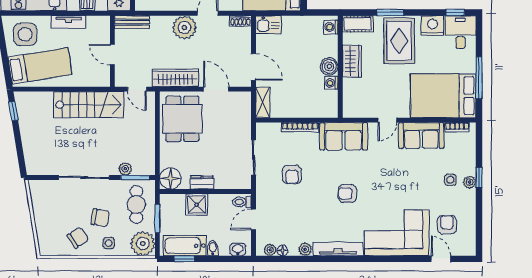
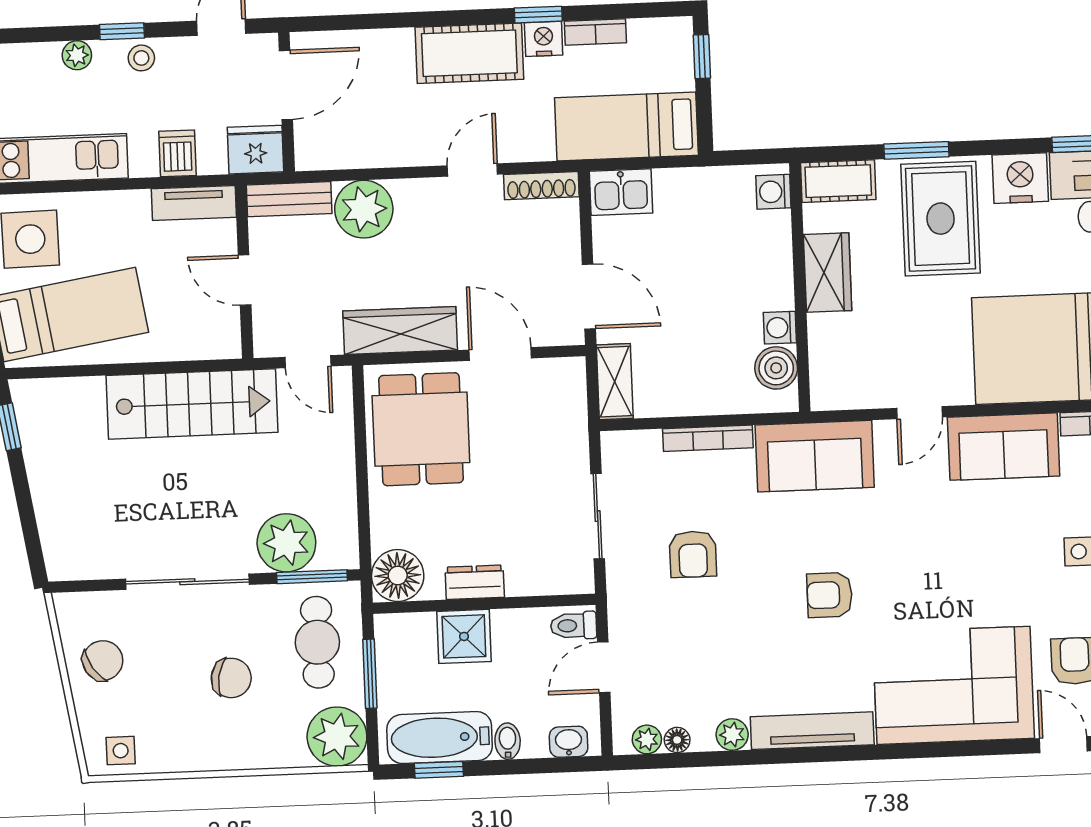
shoe rack: (240, 21) -> (541, 186), width x1.43
tv unit: (68, 22) -> (194, 203), moved
plant: (184, 27) -> (364, 209), moved
boiler: (329, 66) -> (776, 368), moved
plant: (125, 169) -> (286, 543), width x1.88, depth x1.88
chair: (78, 238) -> (103, 661), moved
side table: (109, 243) -> (121, 751), moved

